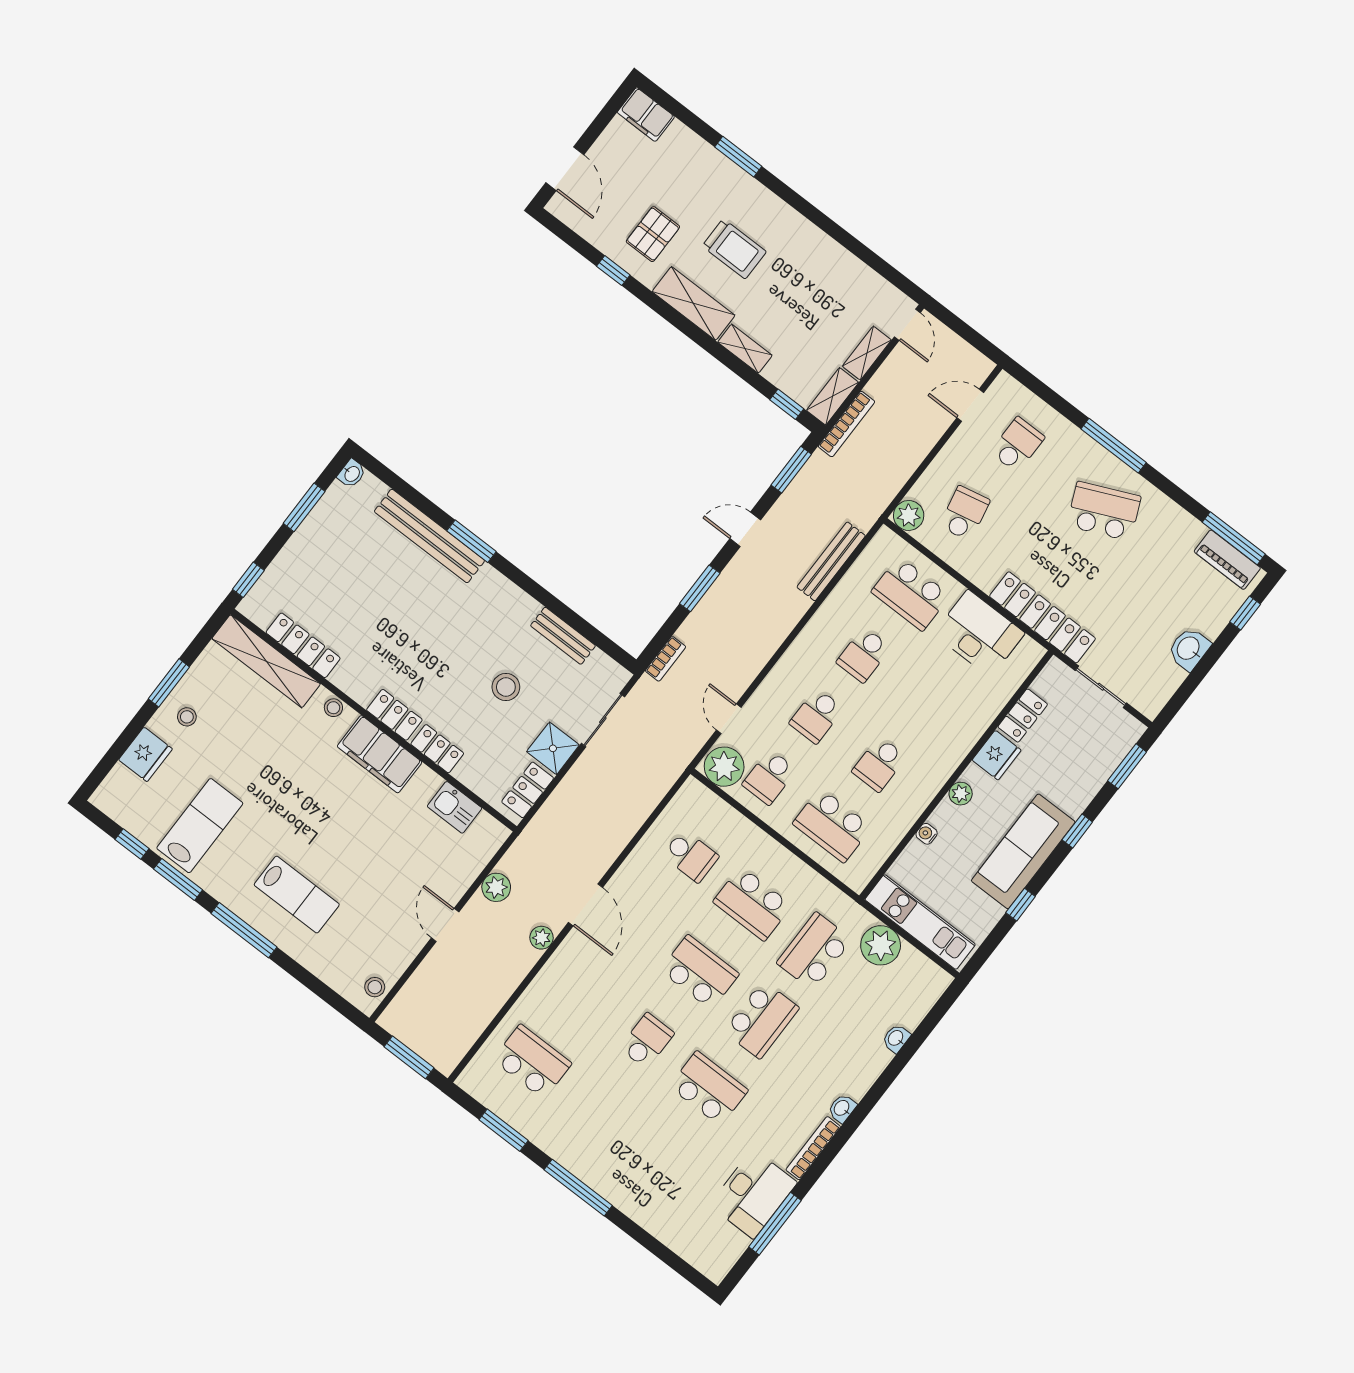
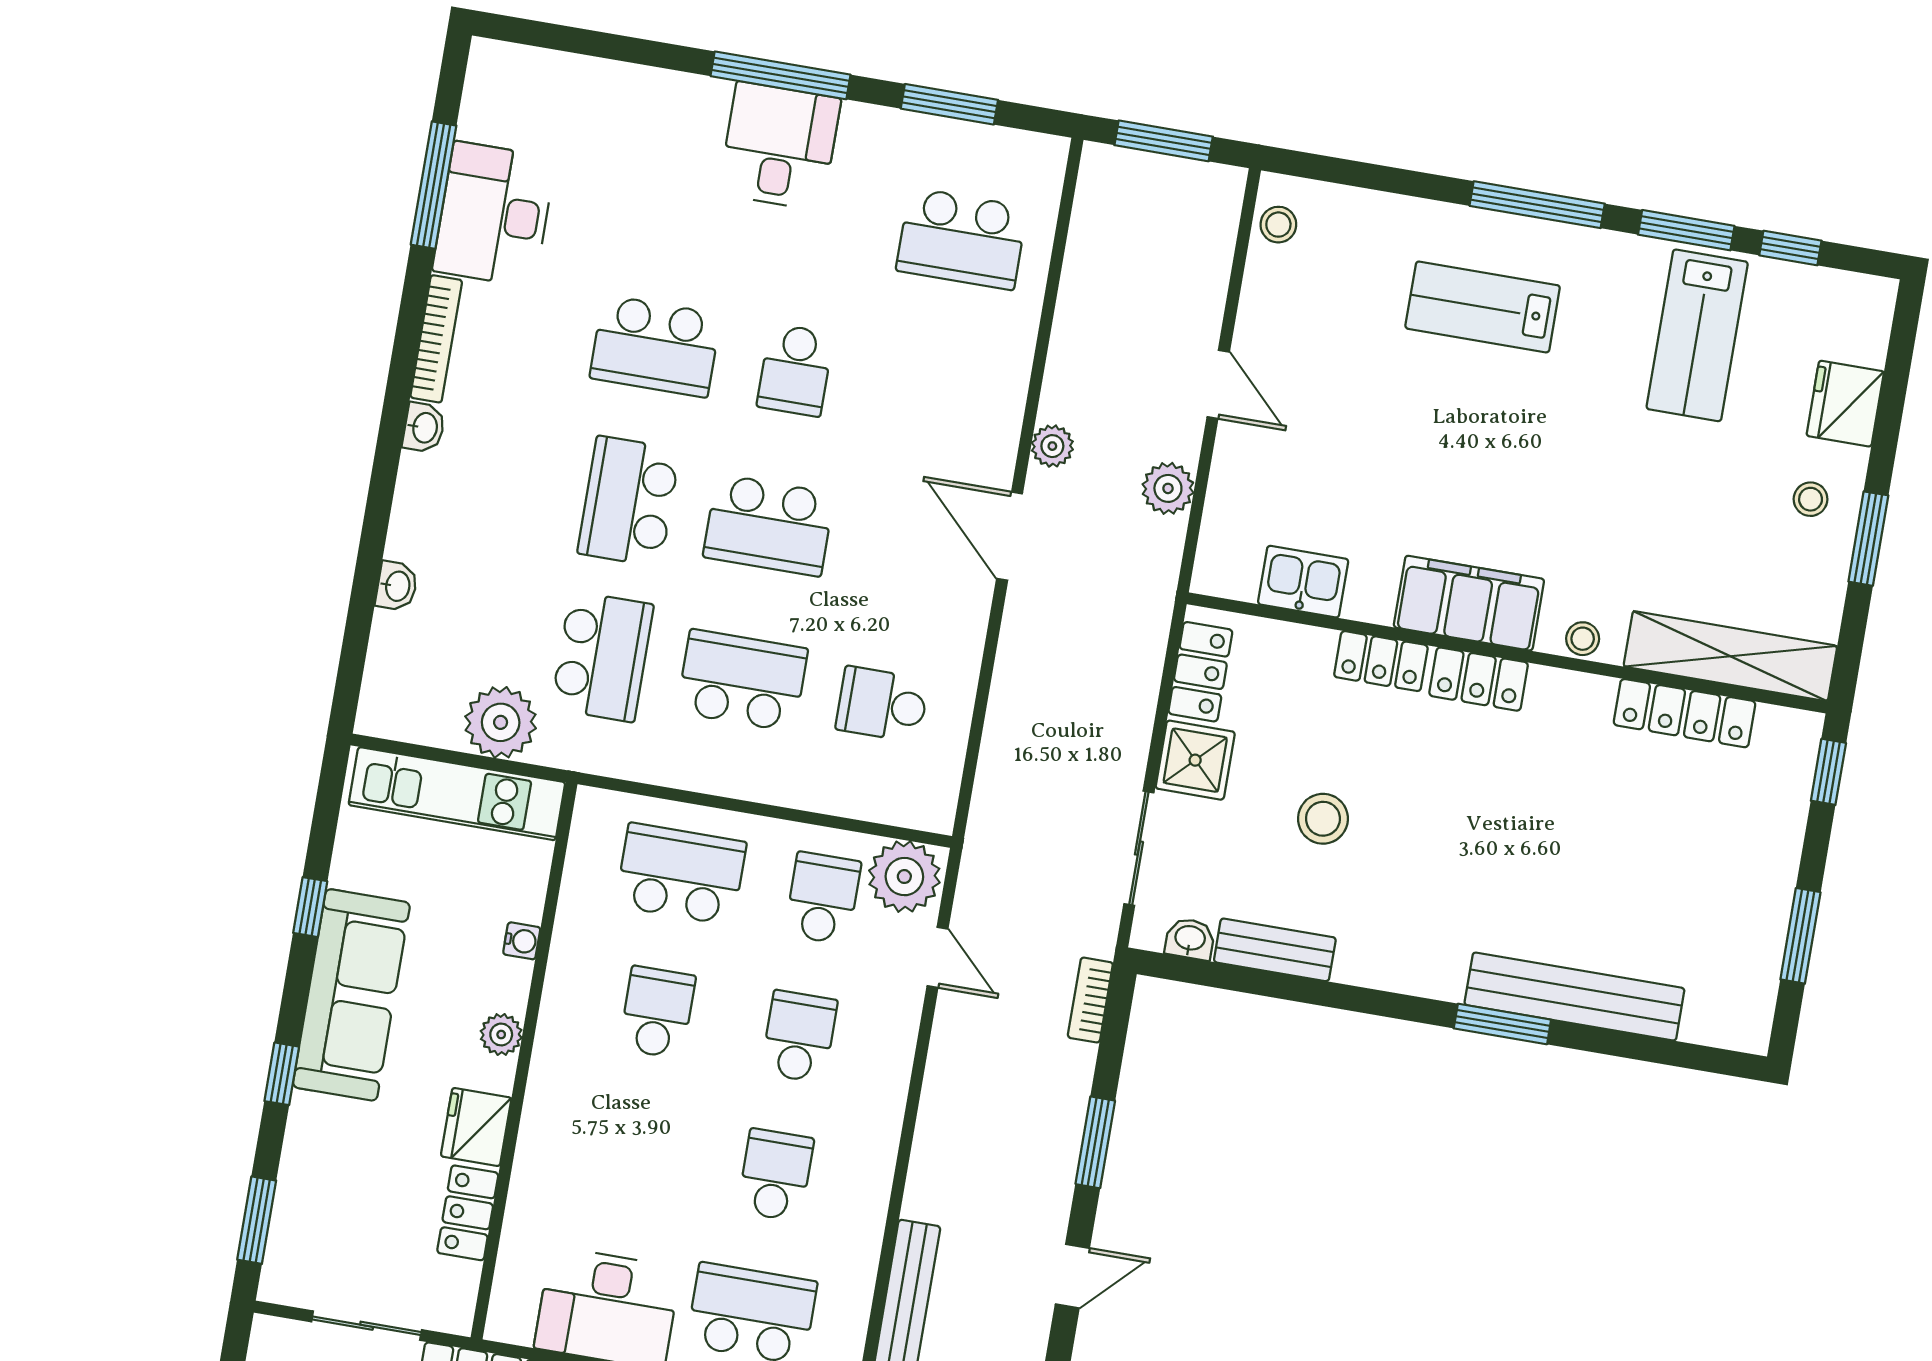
washbasin: (352, 474) -> (1190, 939), moved, turned 90
desk: (597, 1154) -> (780, 146), added

